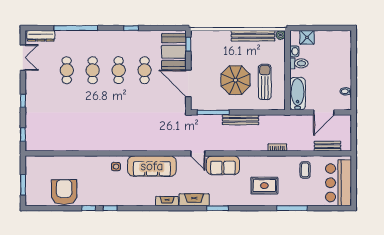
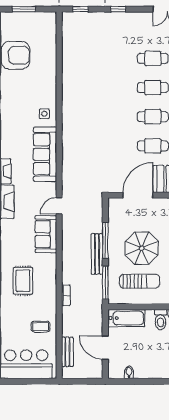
window: (213, 112) -> (105, 240), moved
window: (266, 112) -> (105, 283), added

